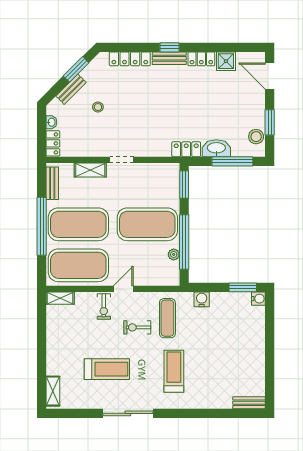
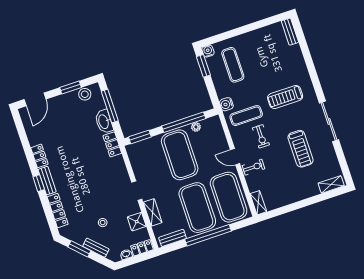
shower: (226, 61) -> (137, 222), moved
water cooler: (202, 299) -> (226, 104), moved
exercise mat: (232, 322) -> (233, 65), added
treadmill: (107, 369) -> (301, 149), turned 180

